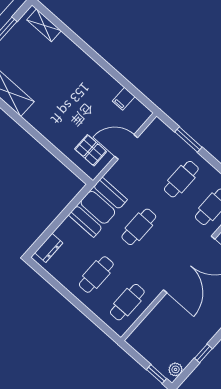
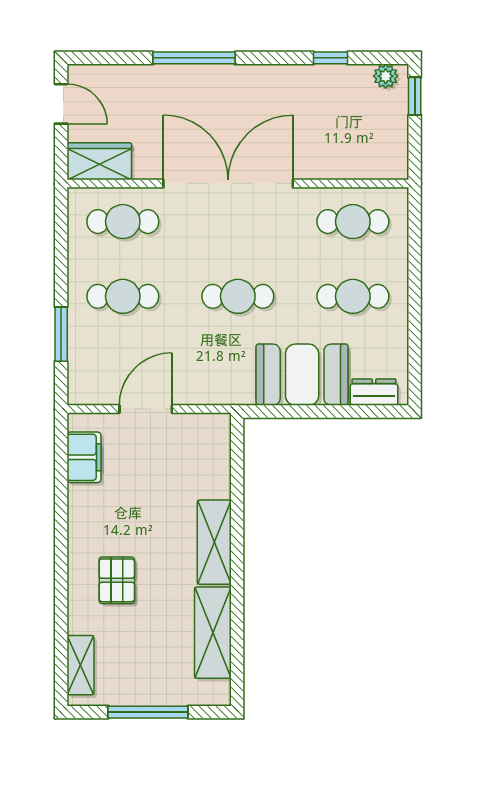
filing cabinet: (124, 99) -> (84, 457), width x2.00
shelving: (46, 126) -> (214, 542), added
door: (126, 147) -> (146, 409), swing flipped
pallet: (91, 150) -> (117, 580), moved
booth: (98, 207) -> (302, 375), moved

